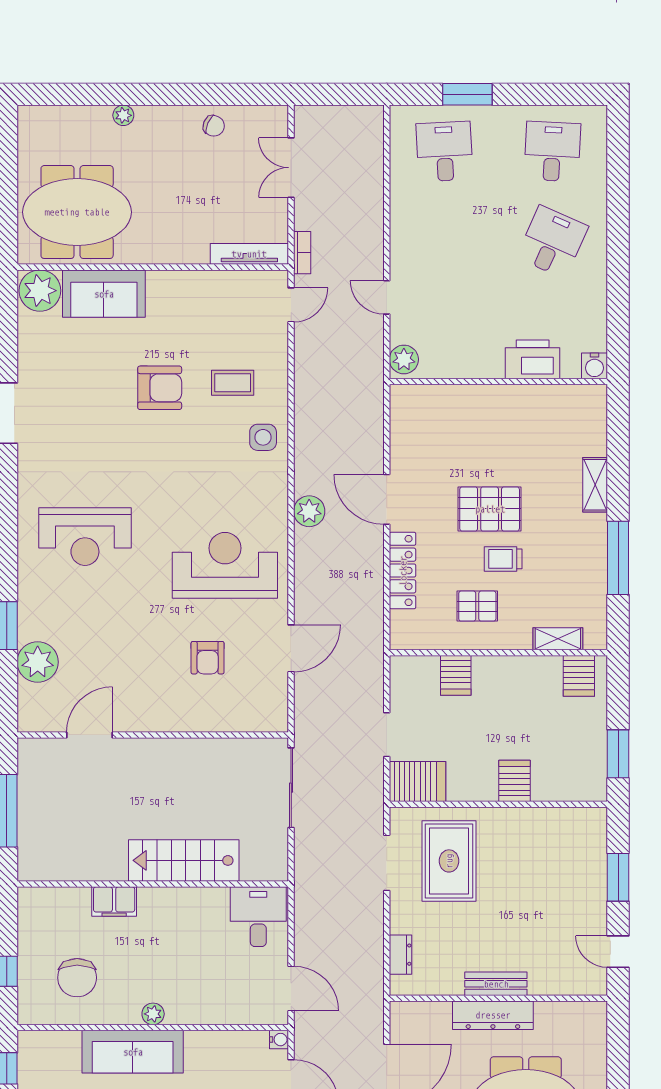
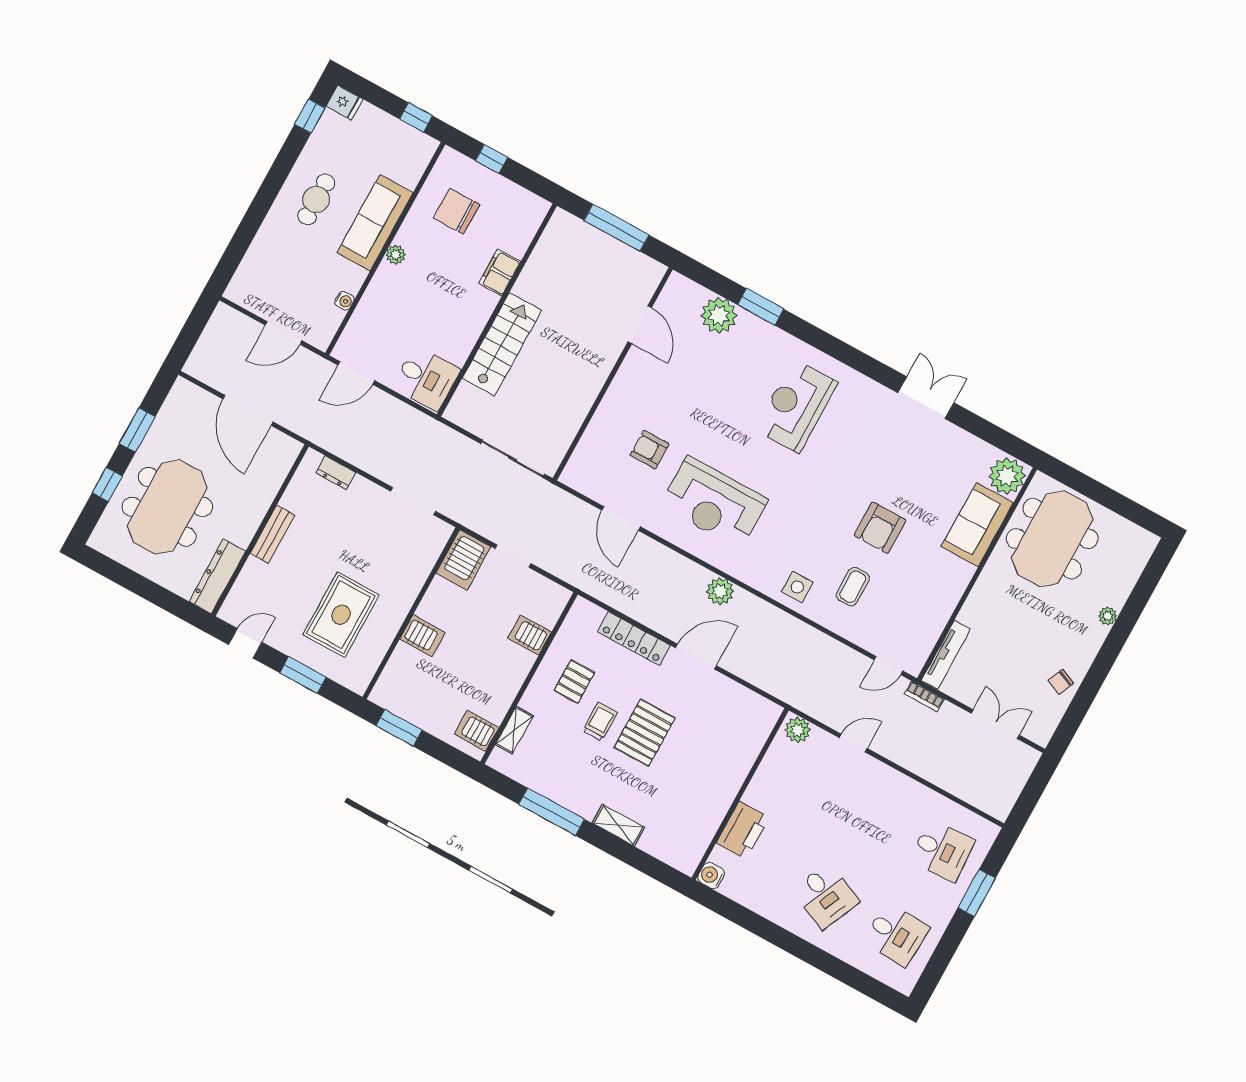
door: (291, 305) -> (888, 665), hinge flipped
reception desk: (225, 565) -> (714, 503), turned 90
rug: (449, 861) -> (341, 615), moved, turned 90
dresser: (493, 1015) -> (217, 576), moved
water cooler: (279, 1040) -> (344, 301), moved, turned -90

